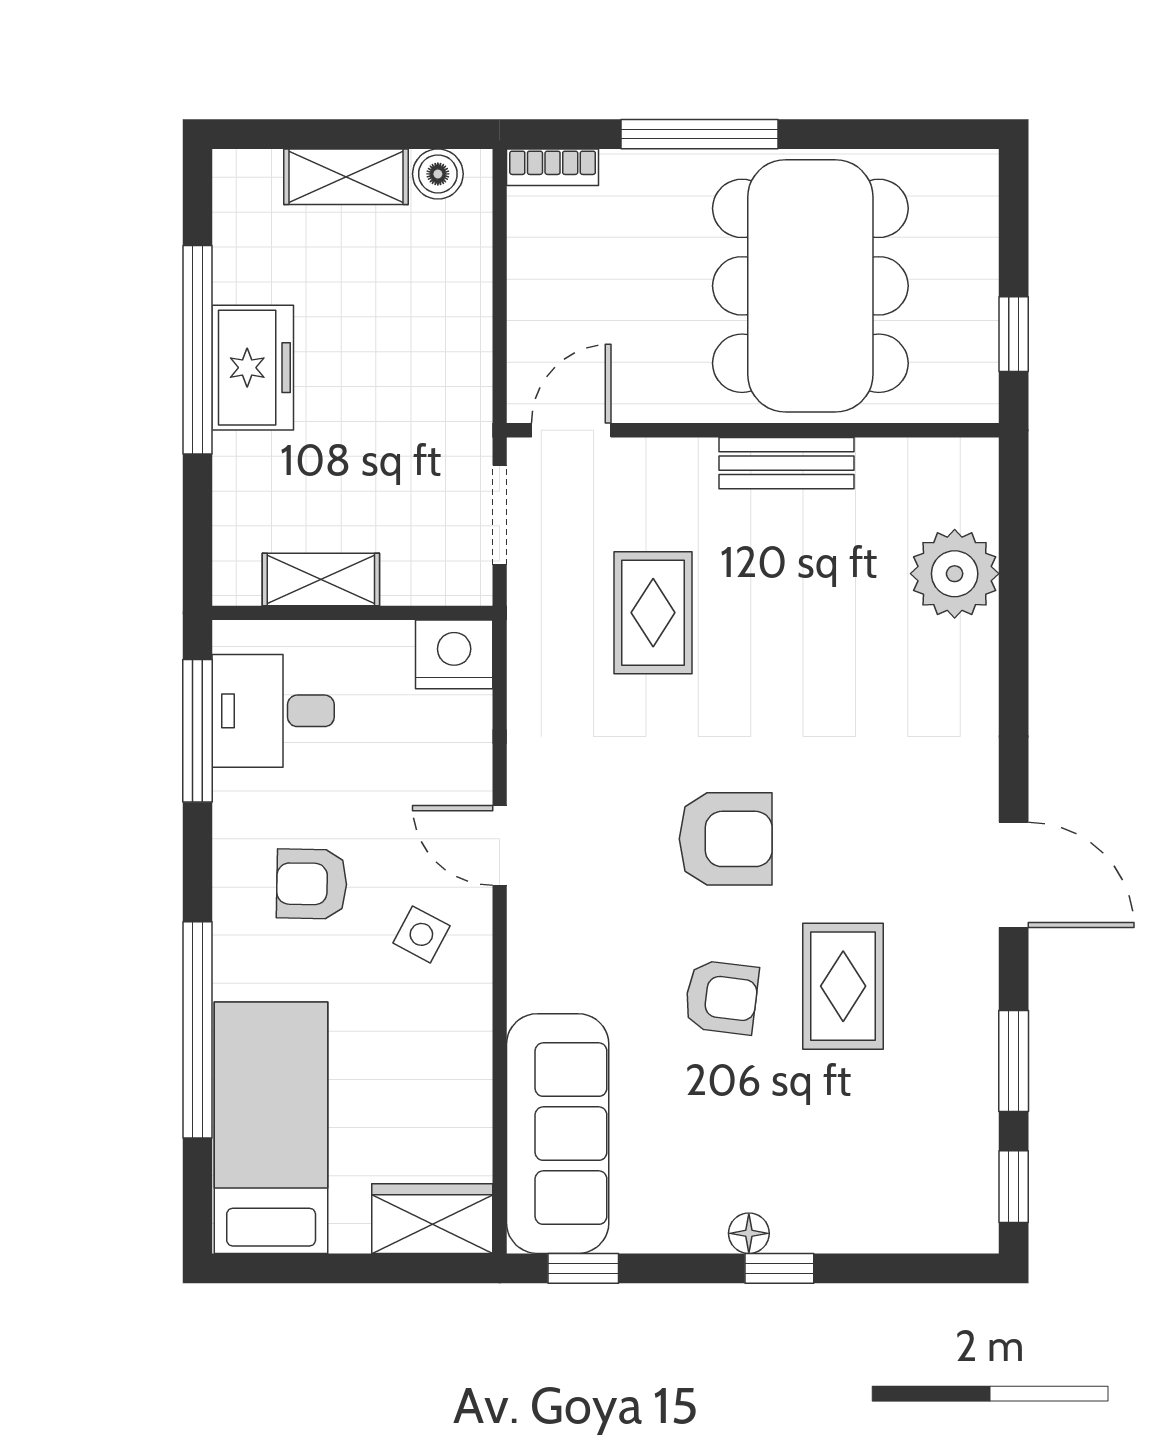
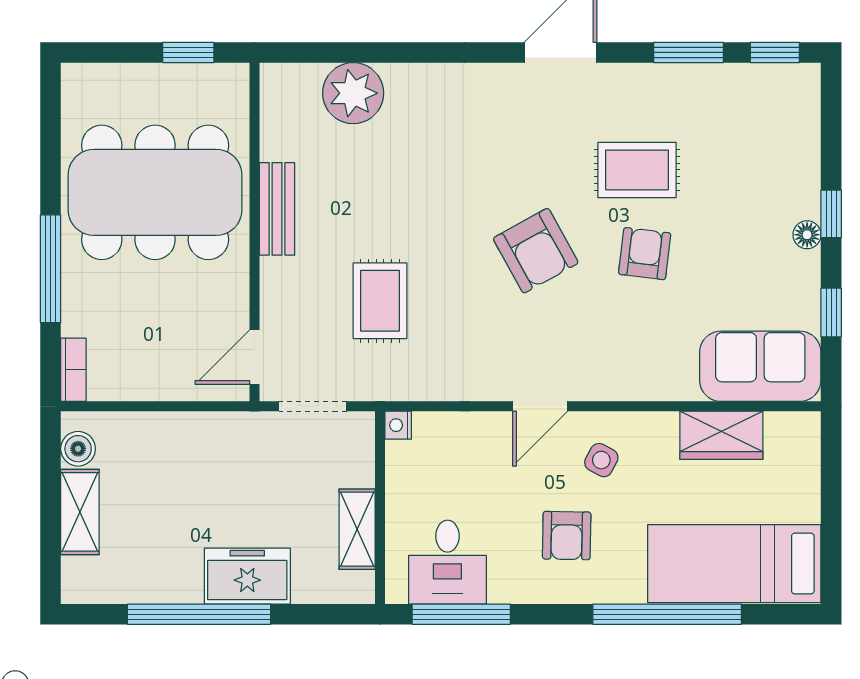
freezer: (253, 368) -> (247, 576), moved
door: (571, 430) -> (254, 357), hinge flipped
rug: (653, 613) -> (380, 301), turned 90
nightstand: (454, 654) -> (398, 425), width x0.53, depth x0.56
armchair: (726, 839) -> (536, 251), turned 151
sofa: (558, 1134) -> (760, 366), width x0.73
wardrobe: (432, 1219) -> (721, 435), moved, turned -90
window: (583, 1268) -> (831, 312), moved

